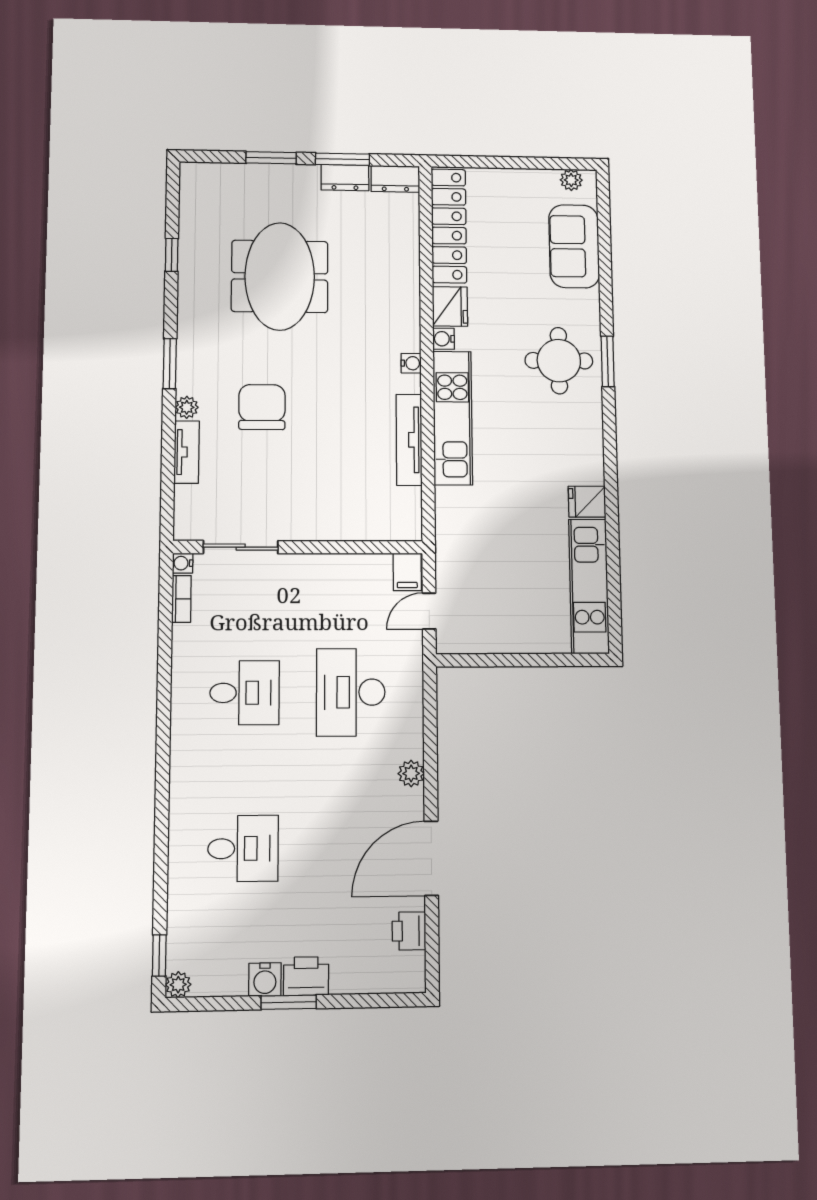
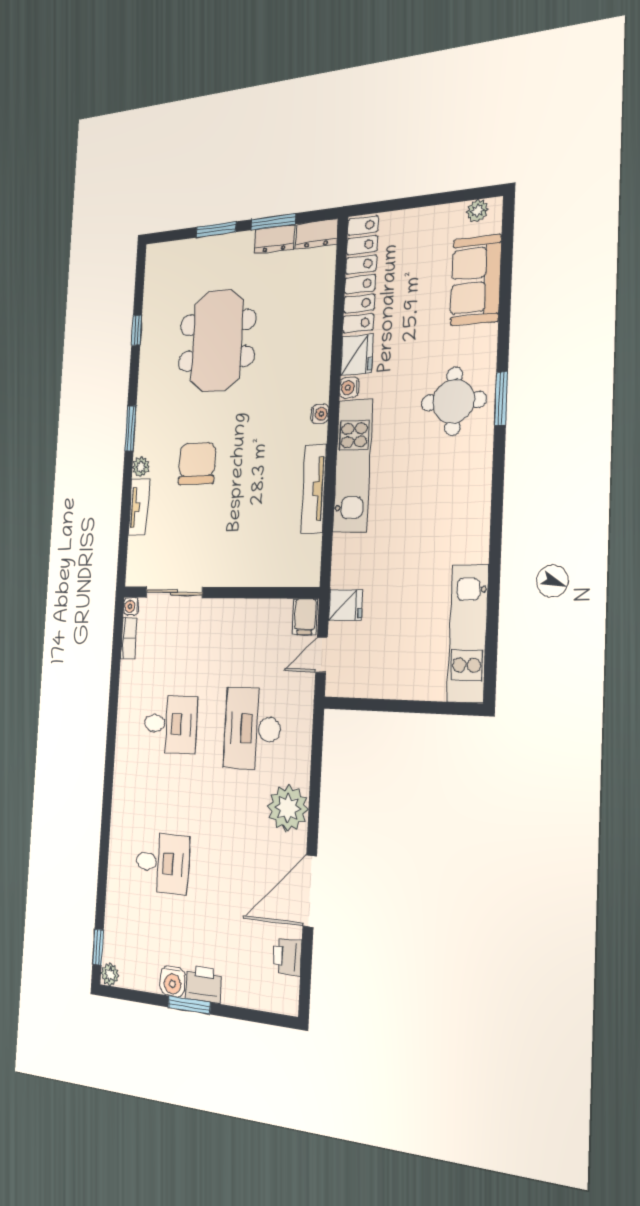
fridge: (587, 502) -> (345, 605), moved, turned 180
plant: (411, 773) -> (288, 808), width x1.87, depth x1.87

